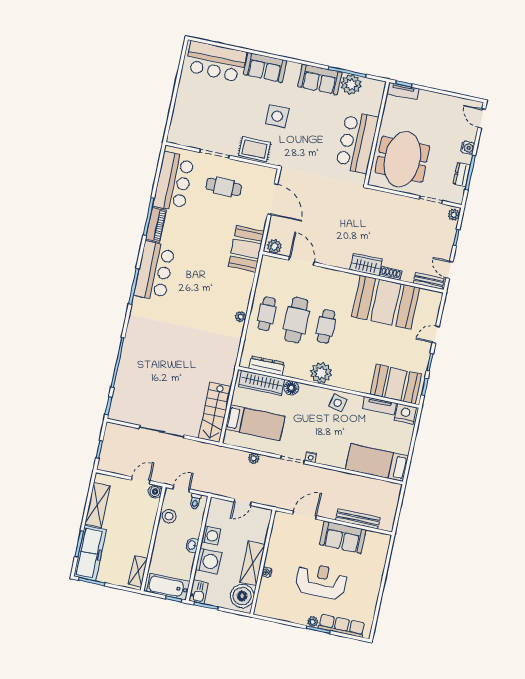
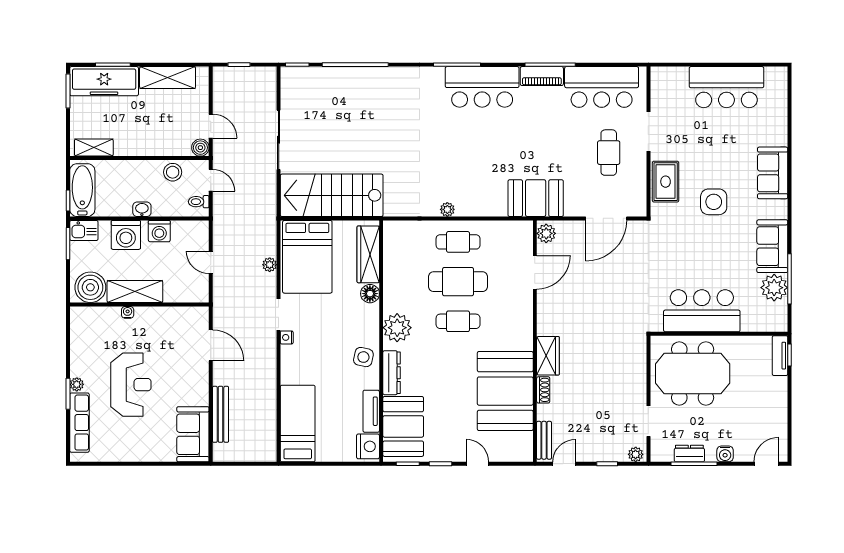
bar counter: (216, 61) -> (726, 87), moved, turned -90
dresser: (267, 366) -> (392, 373), moved
stairs: (215, 412) -> (332, 195), width x1.36, depth x1.51
bed: (255, 423) -> (307, 257), width x1.50
sofa: (343, 537) -> (193, 434), moved

